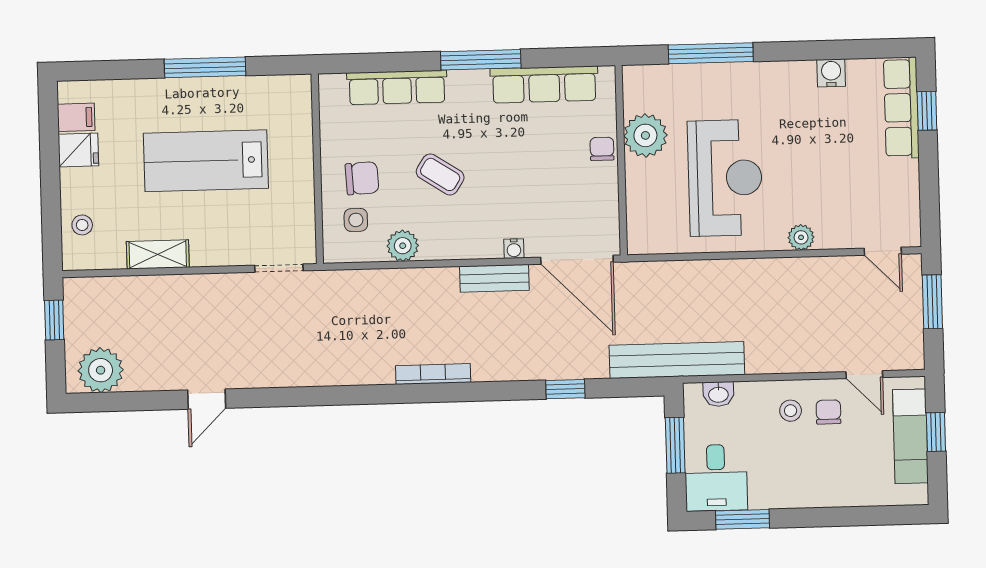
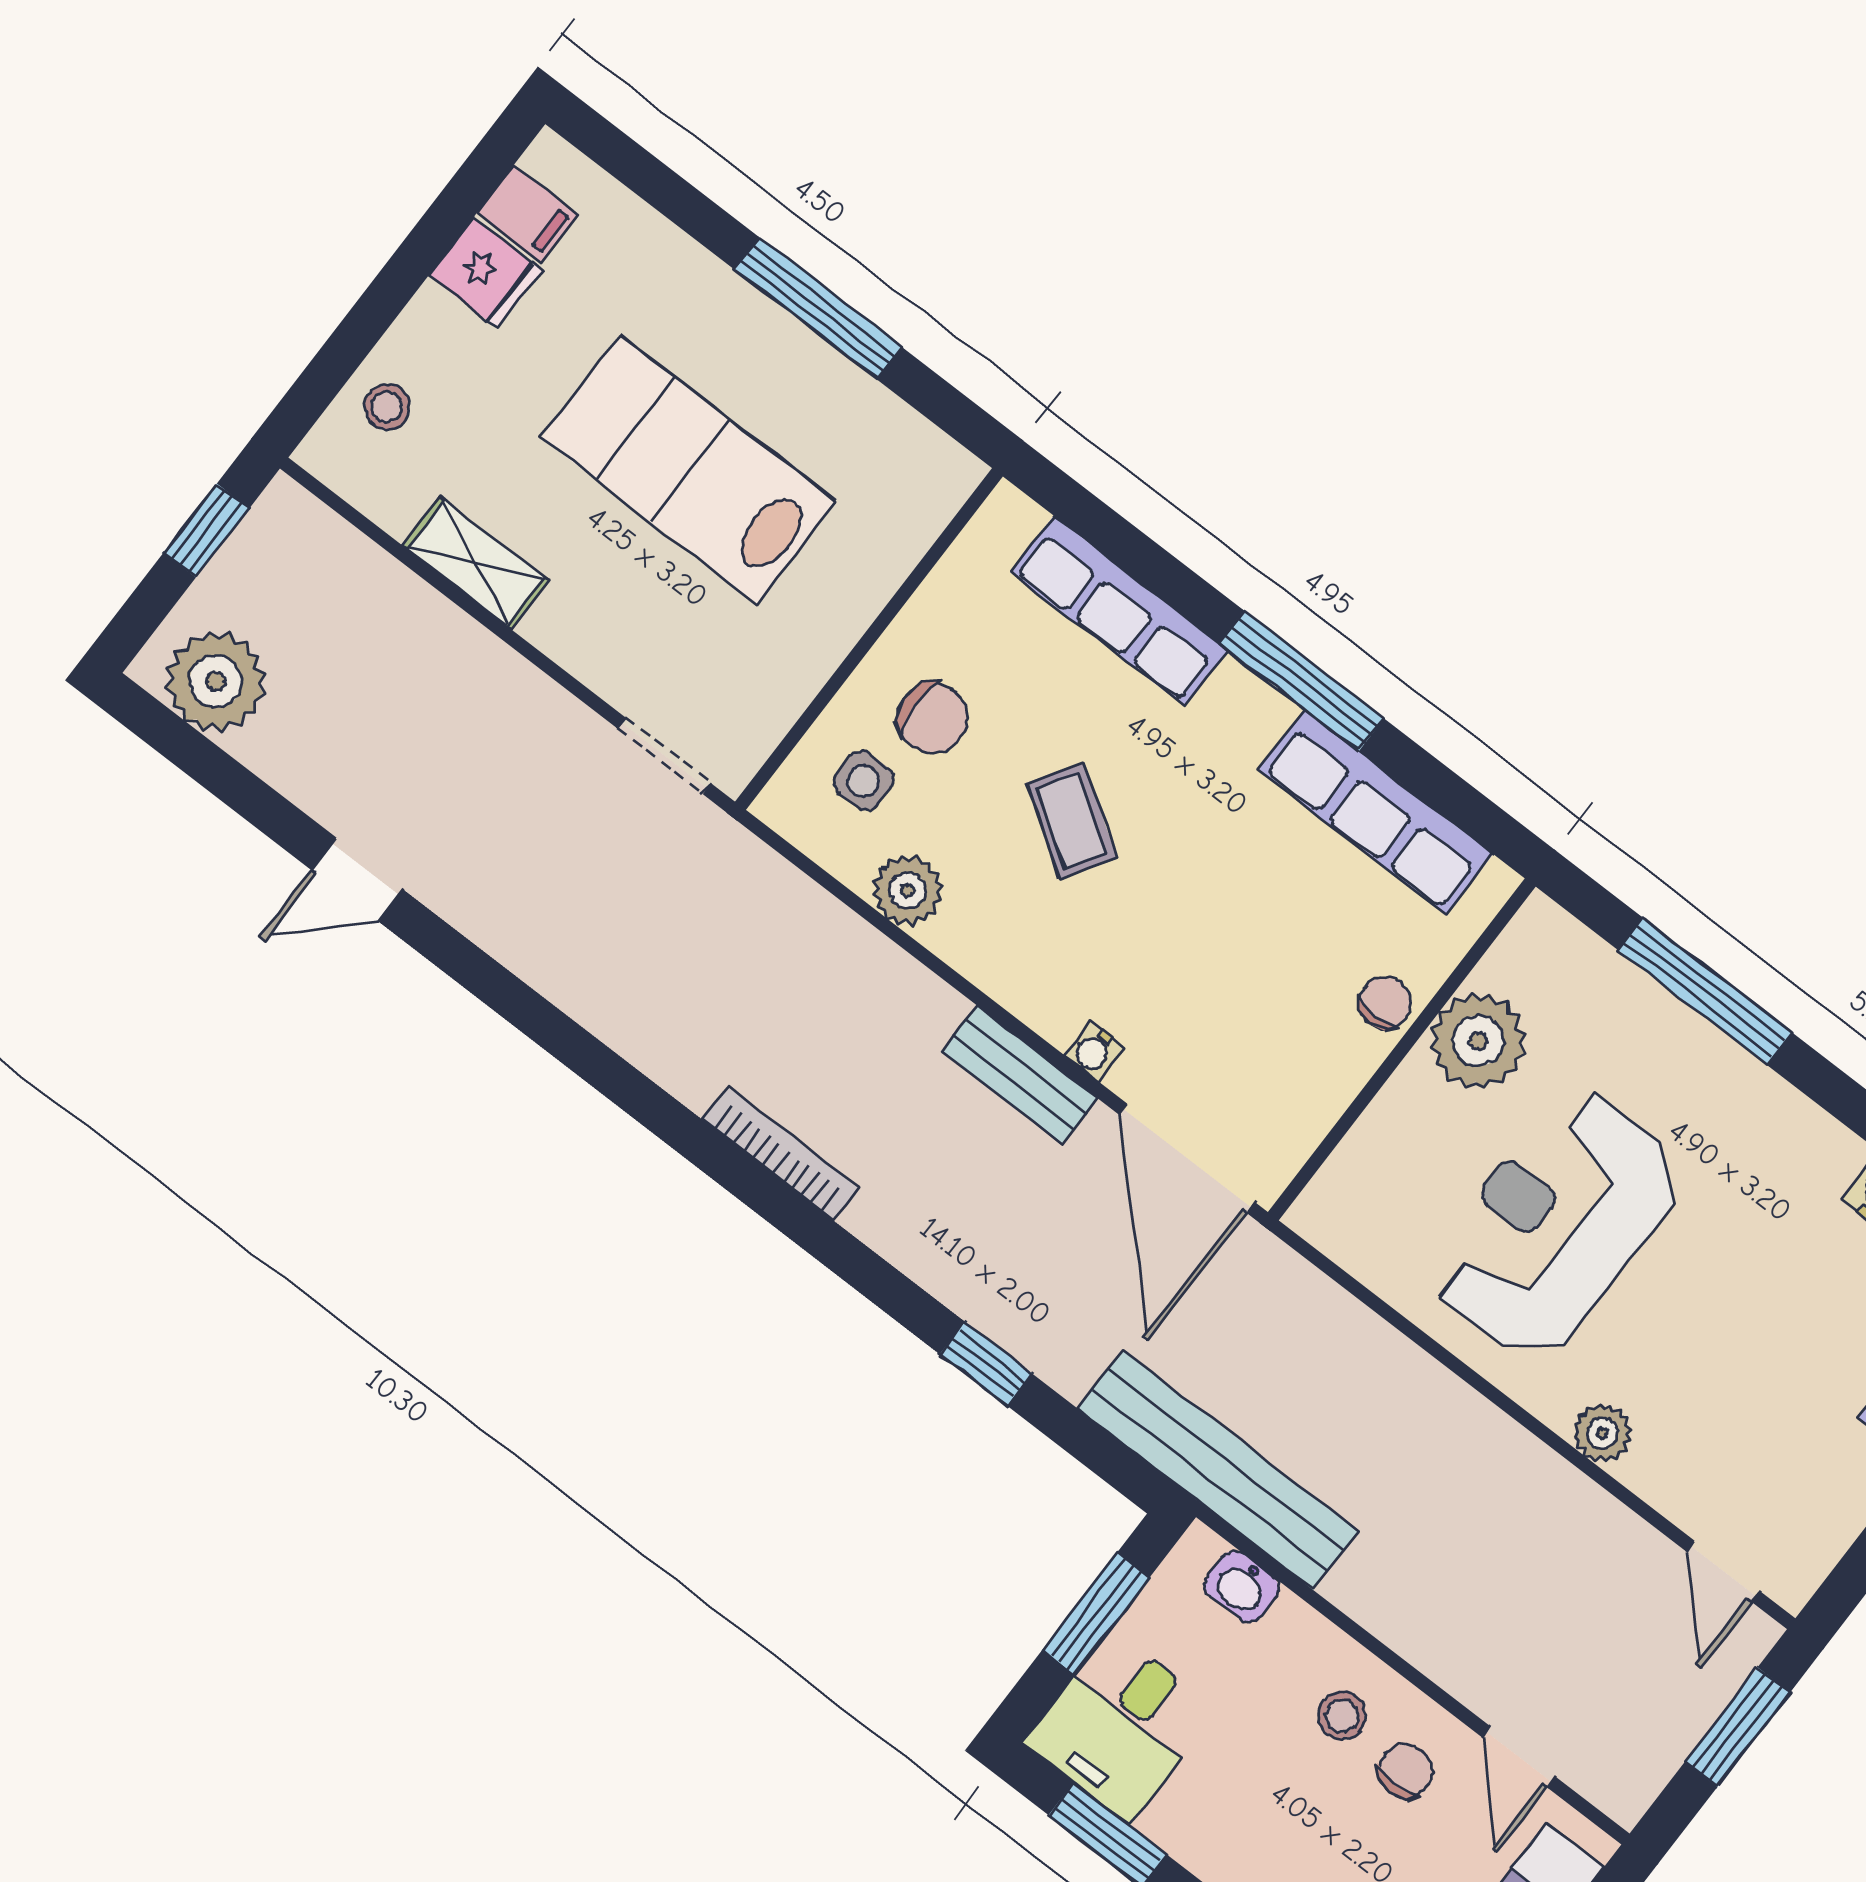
reception desk: (725, 178) -> (1555, 1225), turned 180

